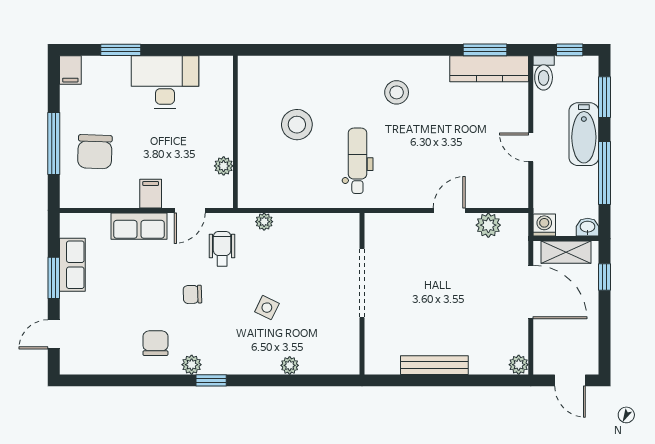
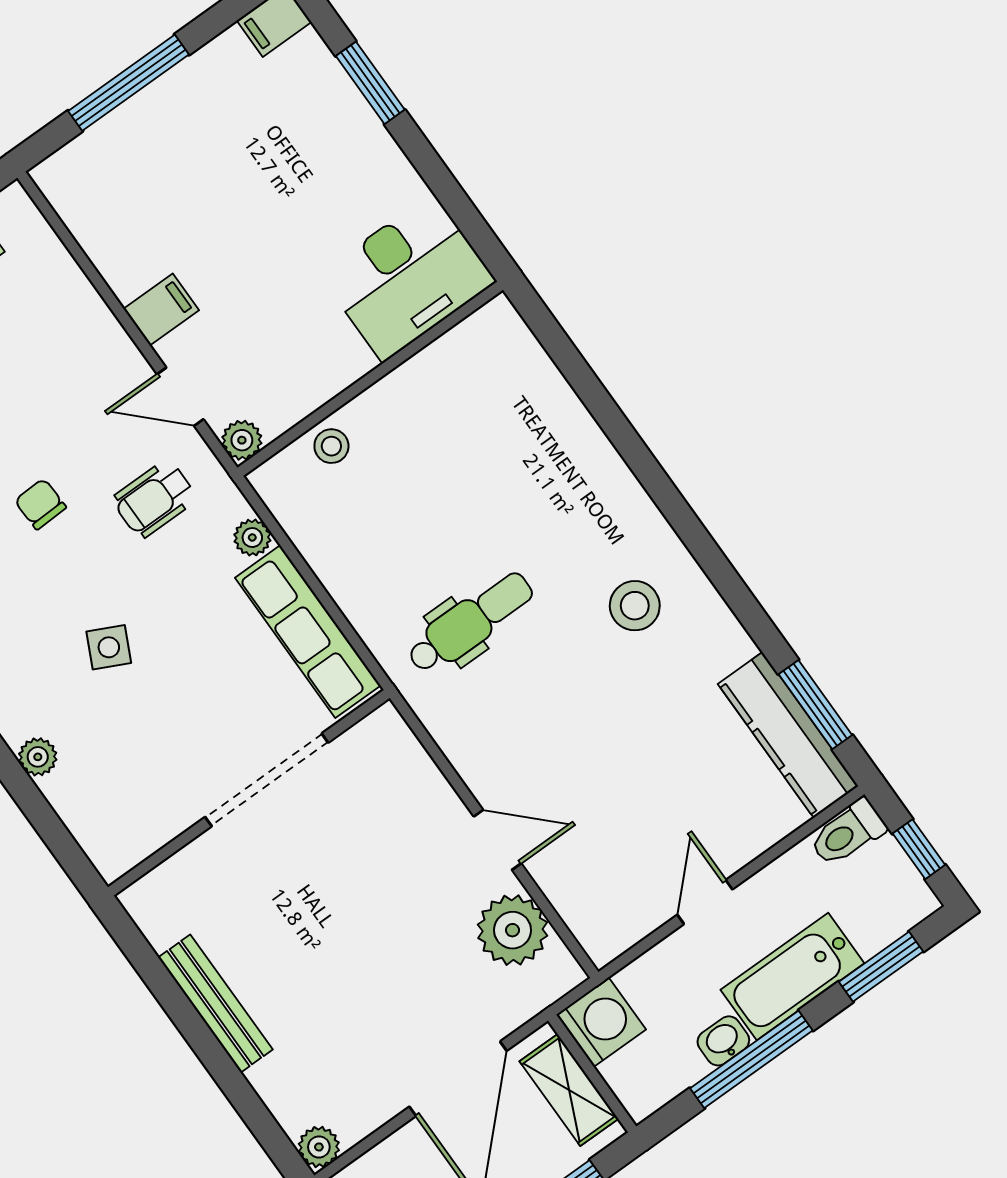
desk: (165, 82) -> (408, 278), moved, turned 90
stool: (297, 125) -> (331, 446), moved, width x0.53, depth x0.53
chair: (95, 152) -> (165, 163), removed
plant: (224, 166) -> (242, 440), moved
plant: (488, 225) -> (513, 930), width x1.36, depth x1.36
washing machine: (544, 225) -> (601, 1022), width x1.38, depth x1.38
row of seats: (139, 226) -> (308, 632), moved, width x1.48
washbasin: (588, 227) -> (723, 1041), moved, turned -90
wheelchair: (222, 249) -> (155, 499), turned 180

